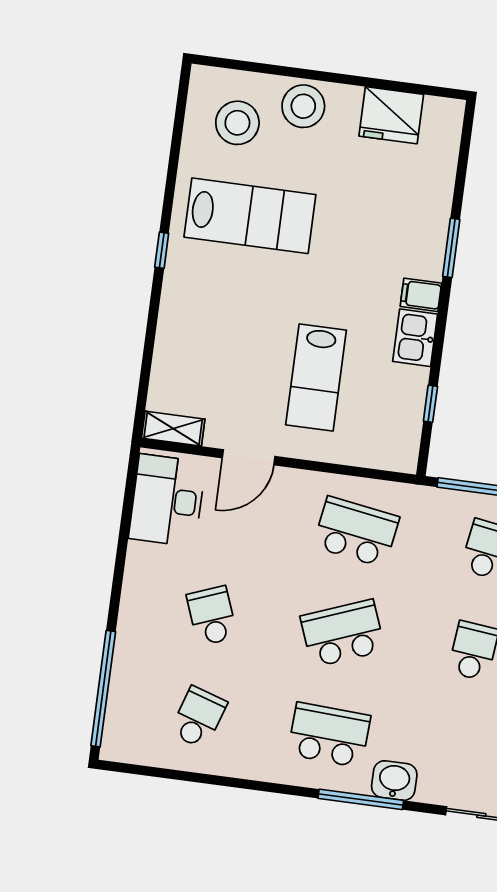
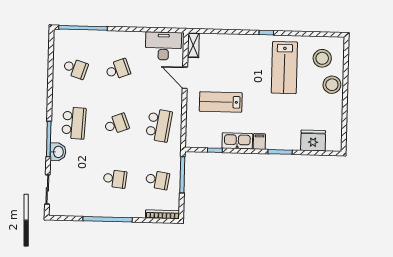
fridge: (391, 115) -> (313, 141), moved, turned 90
kitchen sink: (415, 338) -> (237, 141), width x1.38
school desk: (343, 633) -> (116, 124), width x0.54

